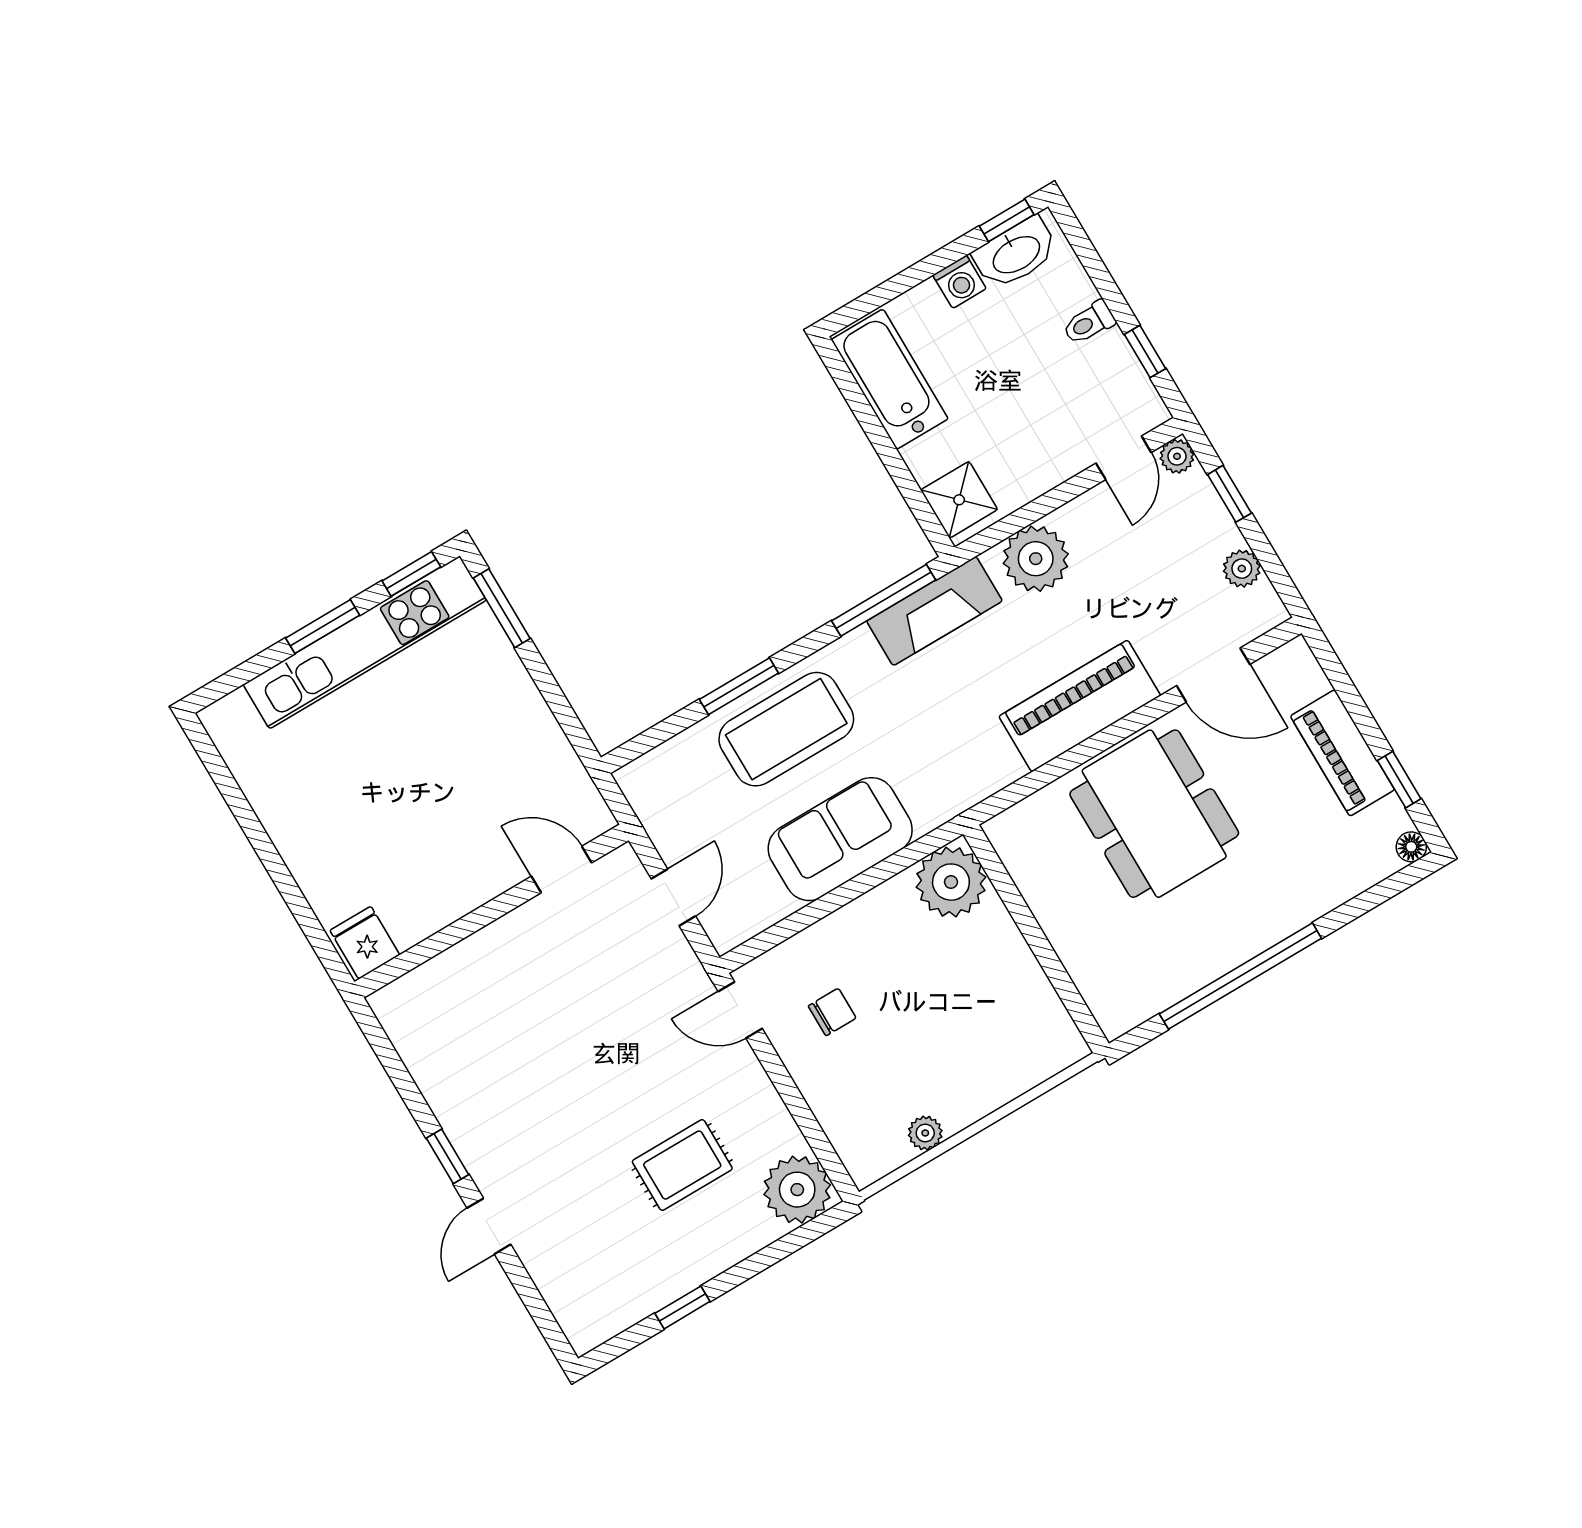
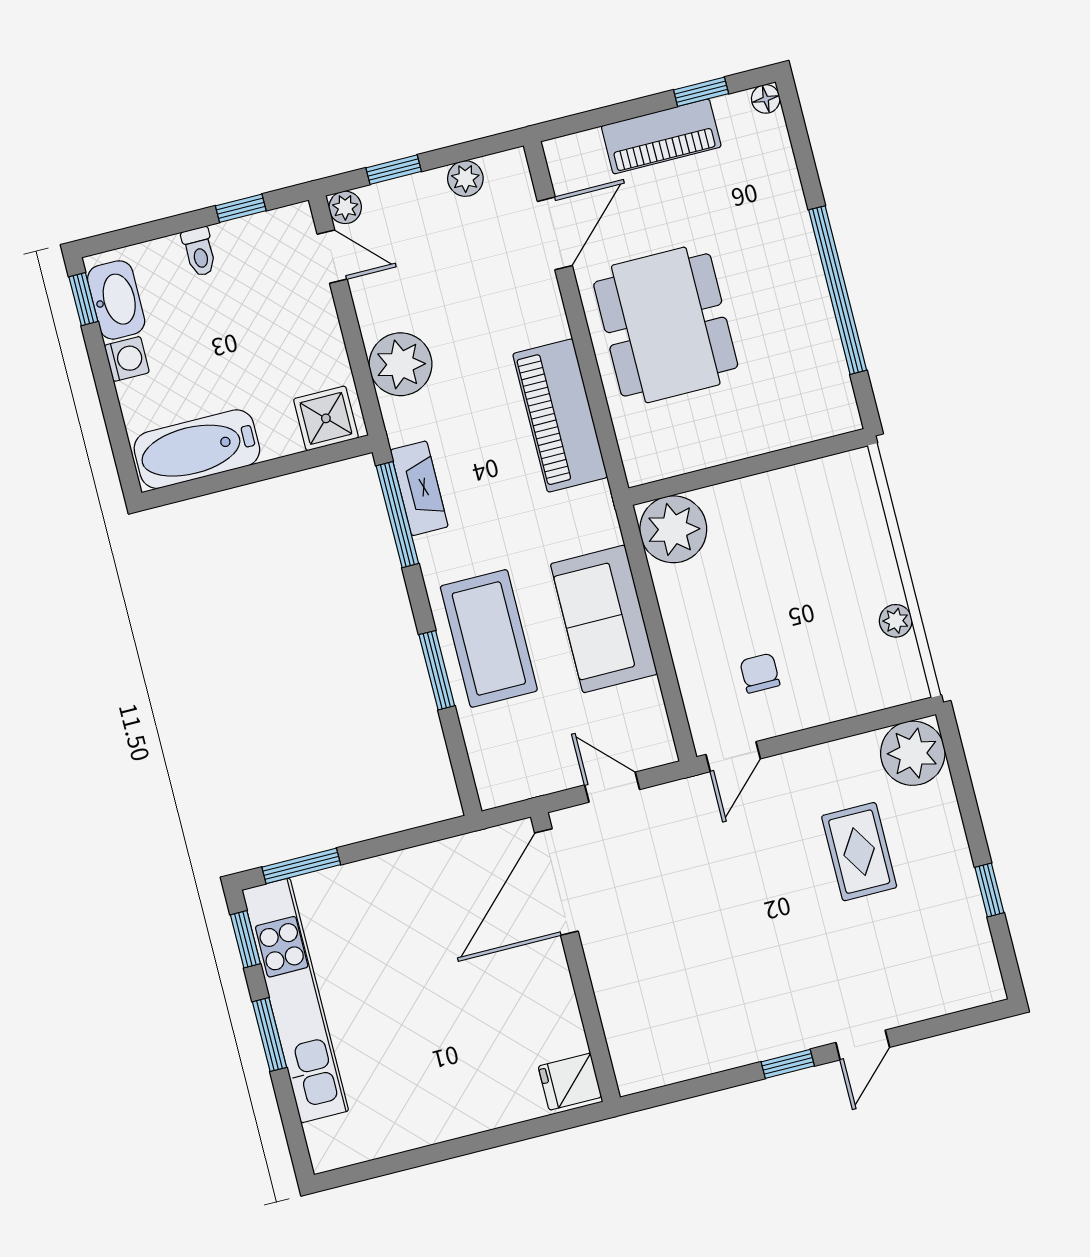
fireplace: (934, 611) -> (419, 488), width x0.73, depth x0.76
piano: (1080, 706) -> (560, 415), moved
dining table: (1154, 814) -> (666, 325), turned 90
door: (562, 870) -> (556, 882), width x1.87
door: (489, 1226) -> (863, 1045), hinge flipped

